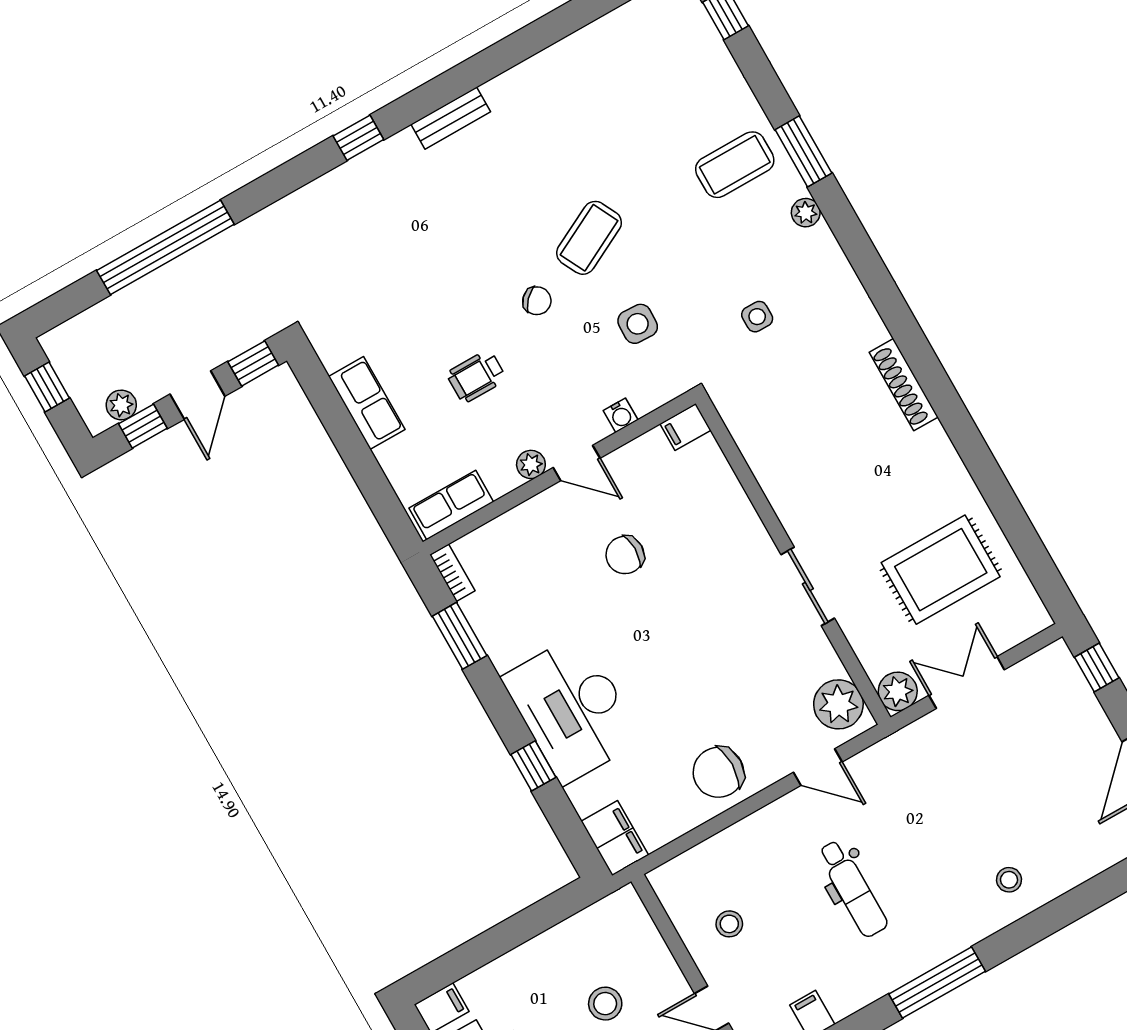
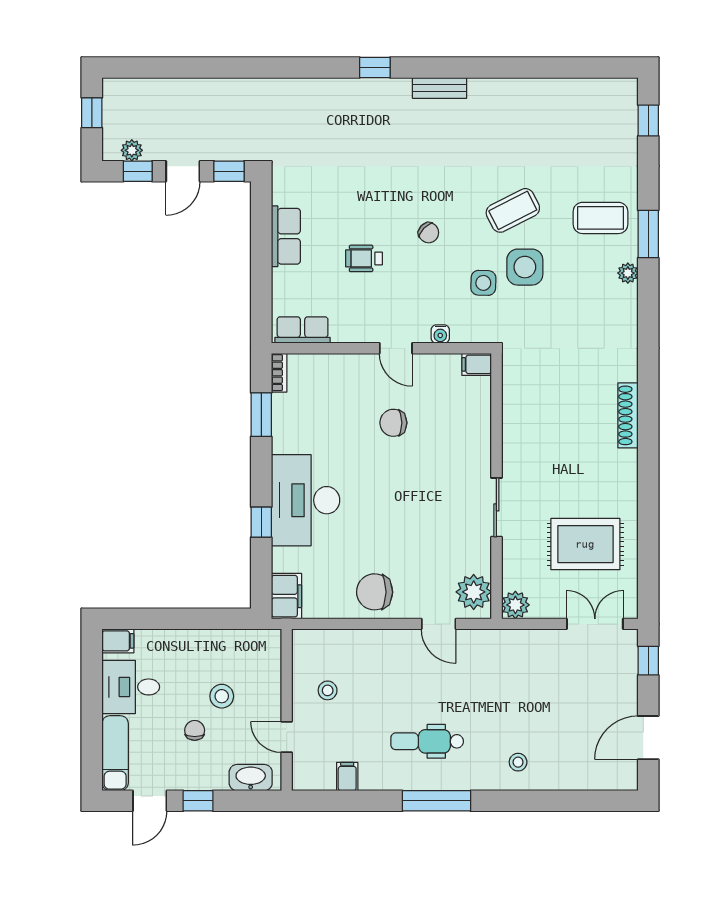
coffee table: (589, 238) -> (513, 210), moved
window: (165, 247) -> (215, 68), removed
side table: (757, 317) -> (525, 267), moved, width x1.87, depth x1.87
plant: (531, 464) -> (367, 333), removed
double door: (967, 682) -> (595, 624), moved
dental chair: (853, 889) -> (427, 741), moved, turned 90

